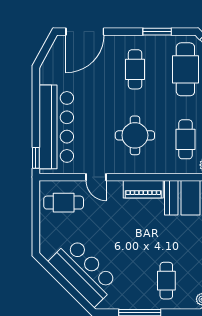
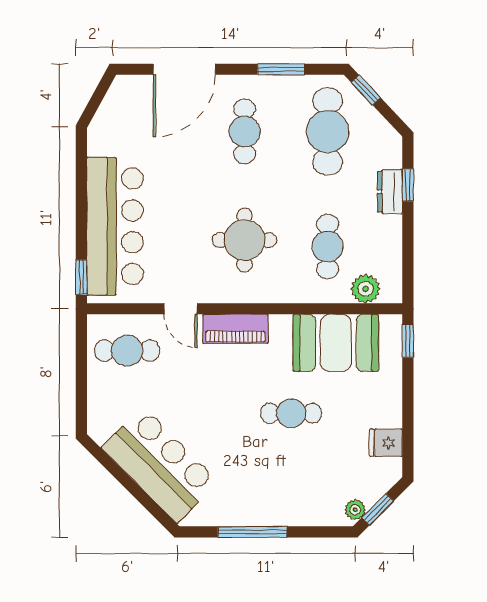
door: (85, 32) -> (184, 69), moved
piano: (143, 189) -> (235, 329), moved
cafe table: (166, 281) -> (291, 413), moved, turned 90

